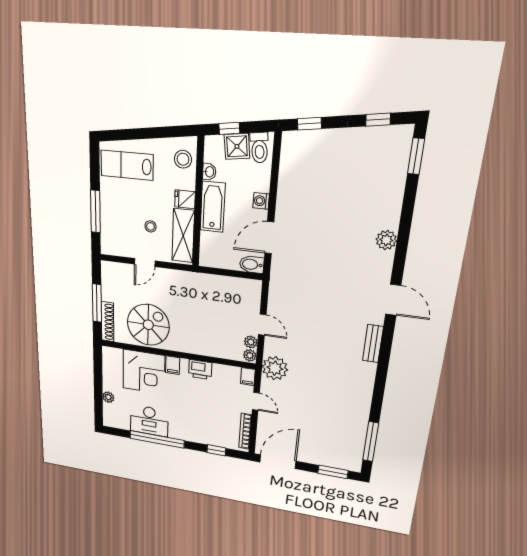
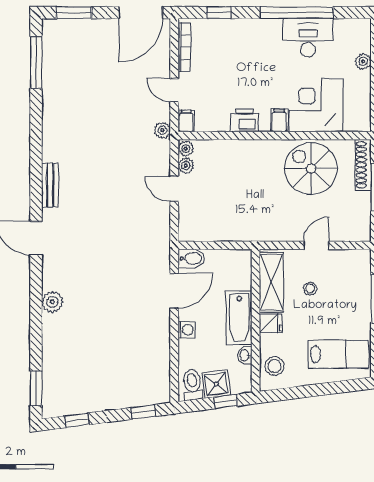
spiral stairs: (148, 325) -> (311, 169), turned 90
plant: (275, 368) -> (162, 130), width x0.53, depth x0.53

